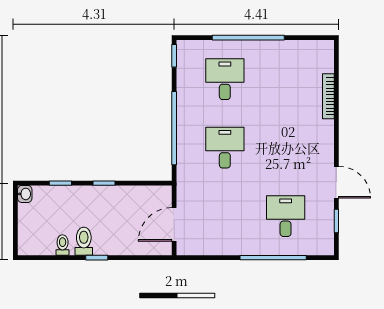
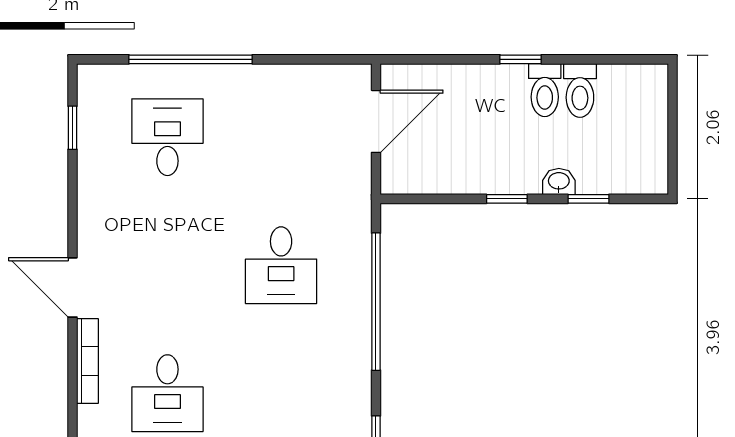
desk: (225, 79) -> (167, 393), moved
door: (336, 182) -> (73, 287), moved
washbasin: (25, 194) -> (559, 182), moved, turned 90
desk: (286, 216) -> (167, 137), turned 180
toilet: (63, 245) -> (580, 90), width x1.37, depth x1.39

